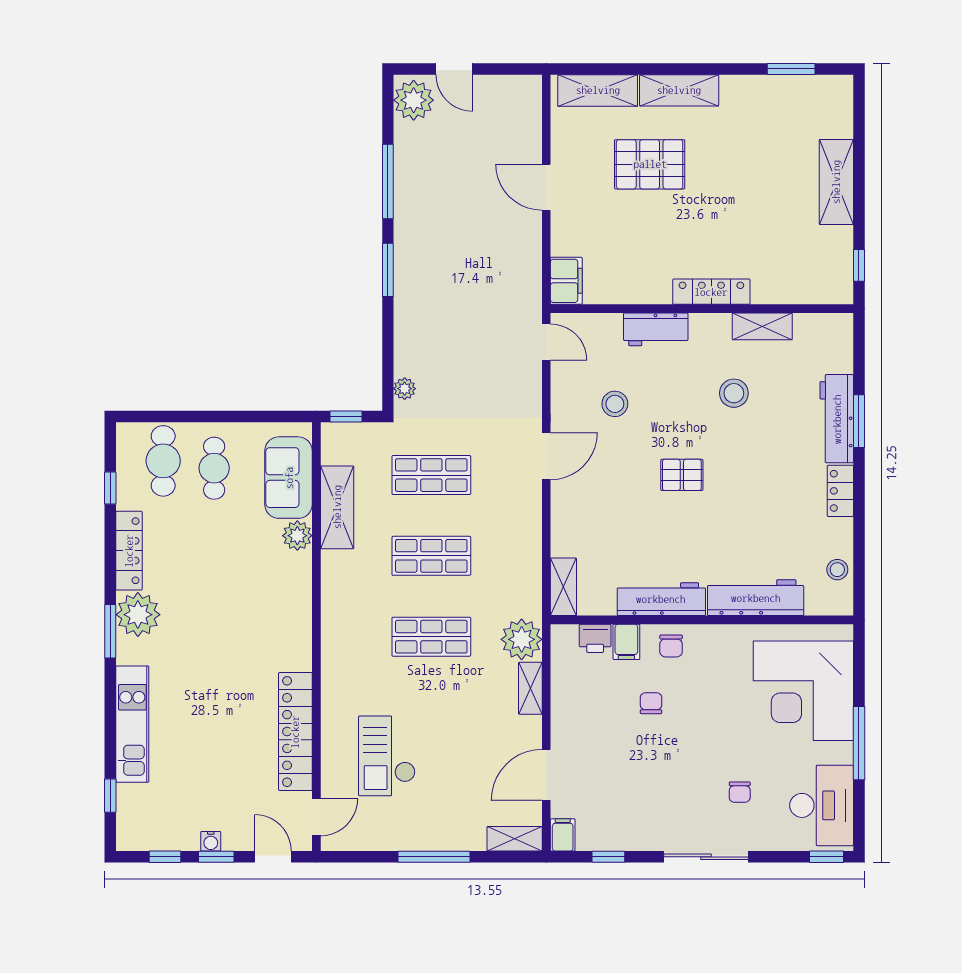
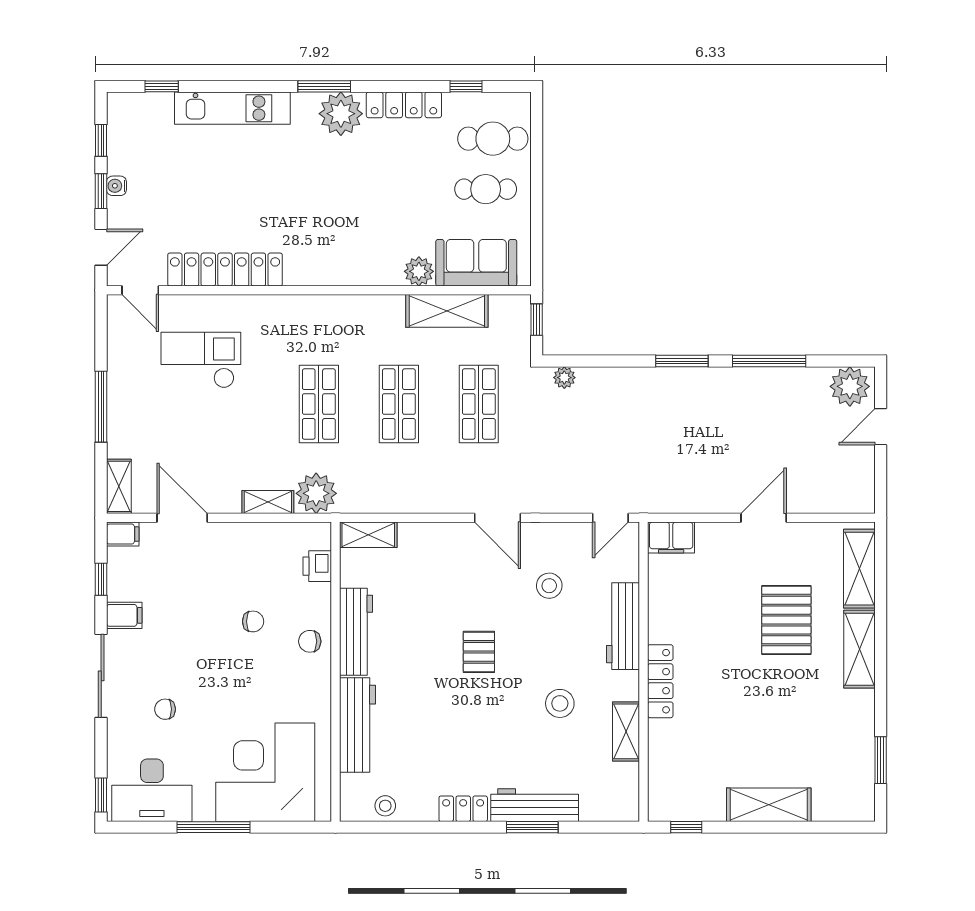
workbench: (656, 329) -> (623, 626), width x1.38
filing cabinet: (626, 642) -> (124, 615), moved, turned 180

